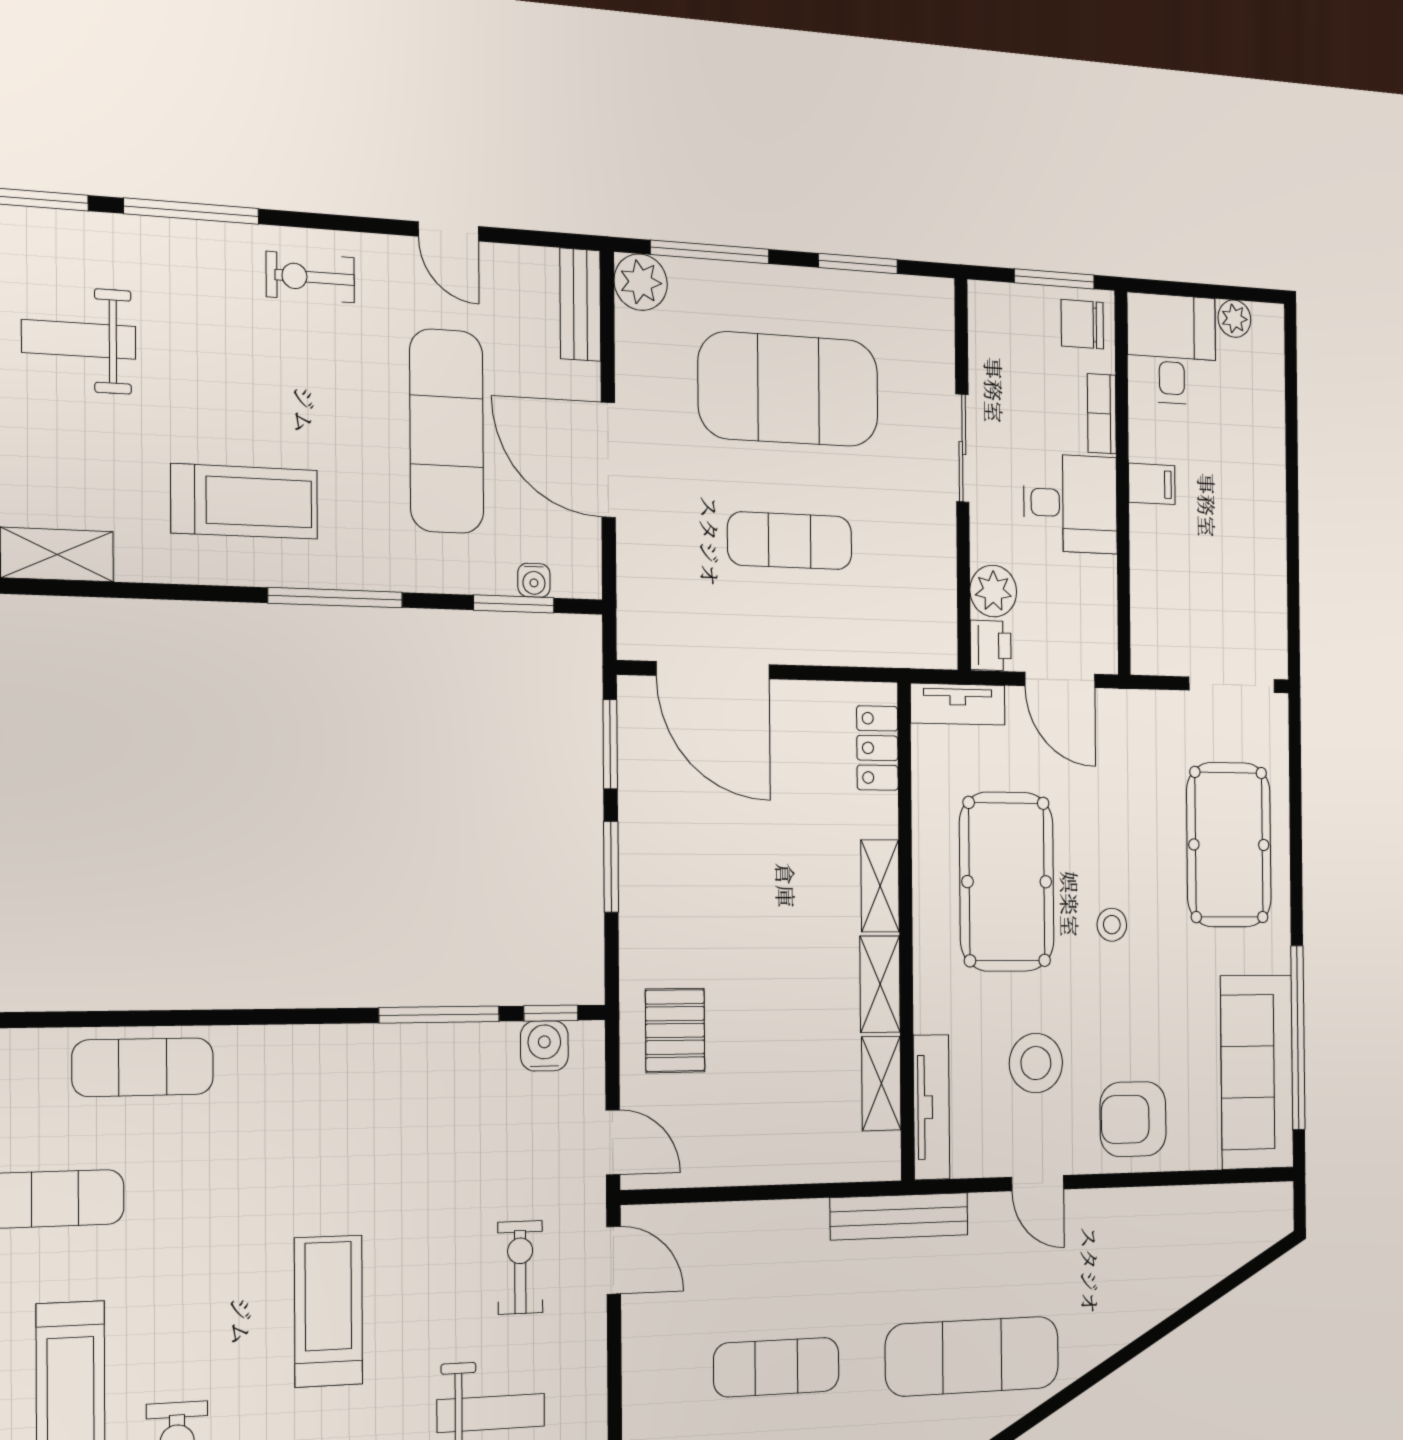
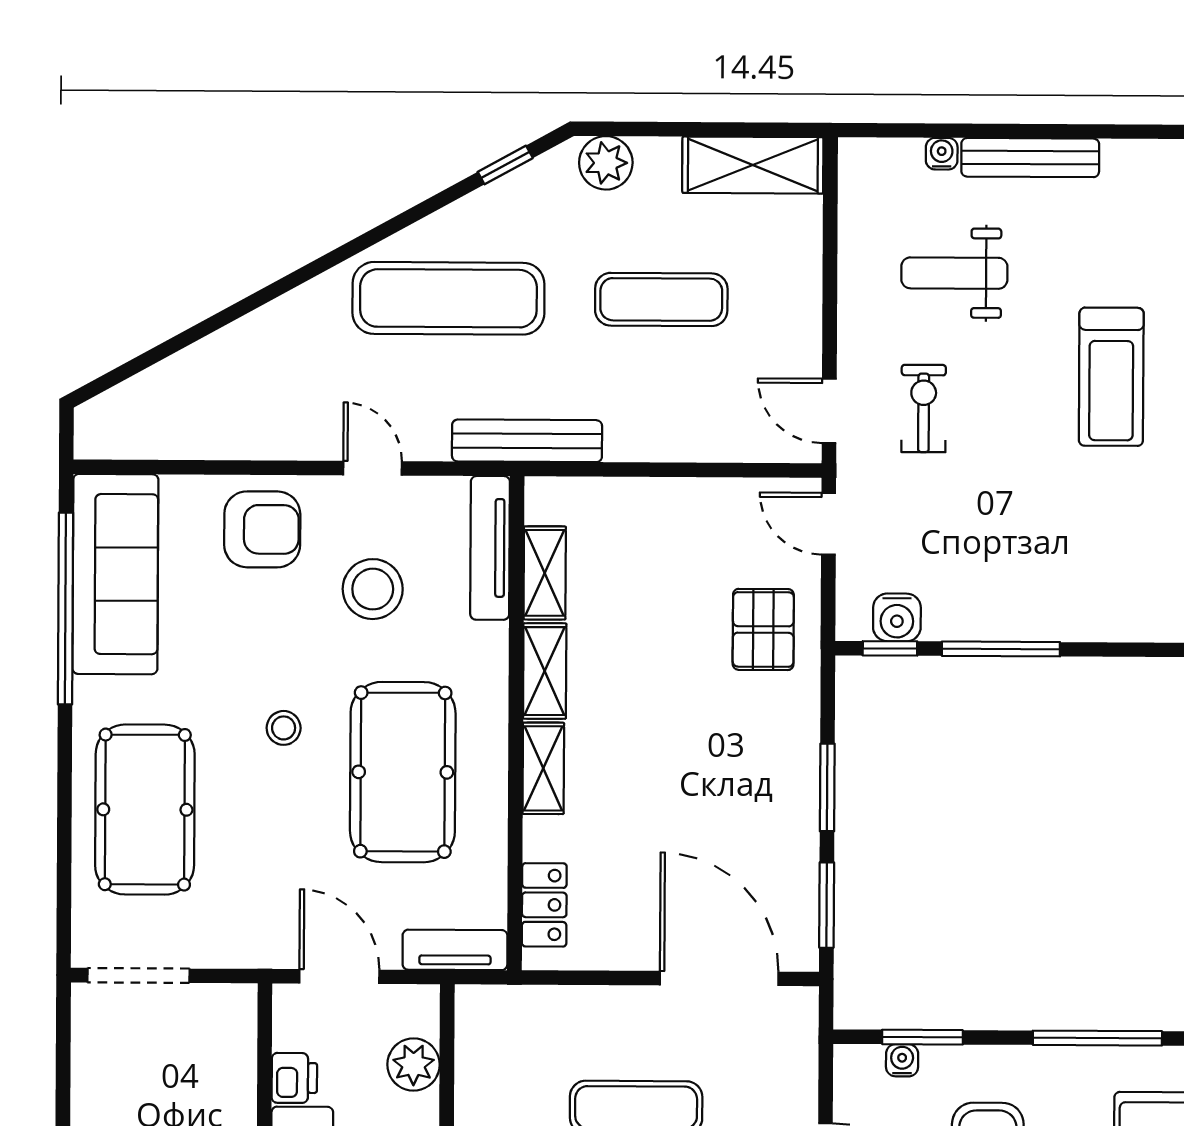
printer: (991, 645) -> (294, 1078), moved, turned 180
exercise bike: (520, 1267) -> (924, 408), turned 180

